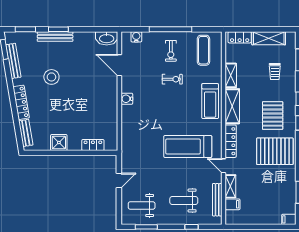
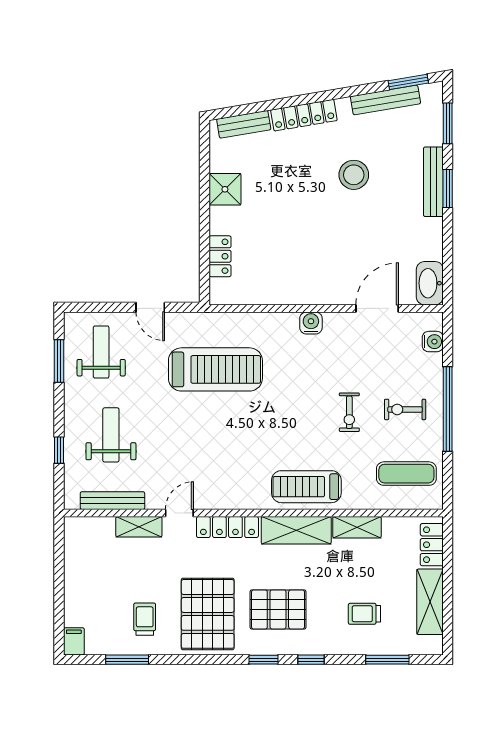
treadmill: (188, 146) -> (215, 369), moved, turned 90
trolley: (278, 183) -> (145, 619), added
filing cabinet: (233, 204) -> (103, 531), removed

